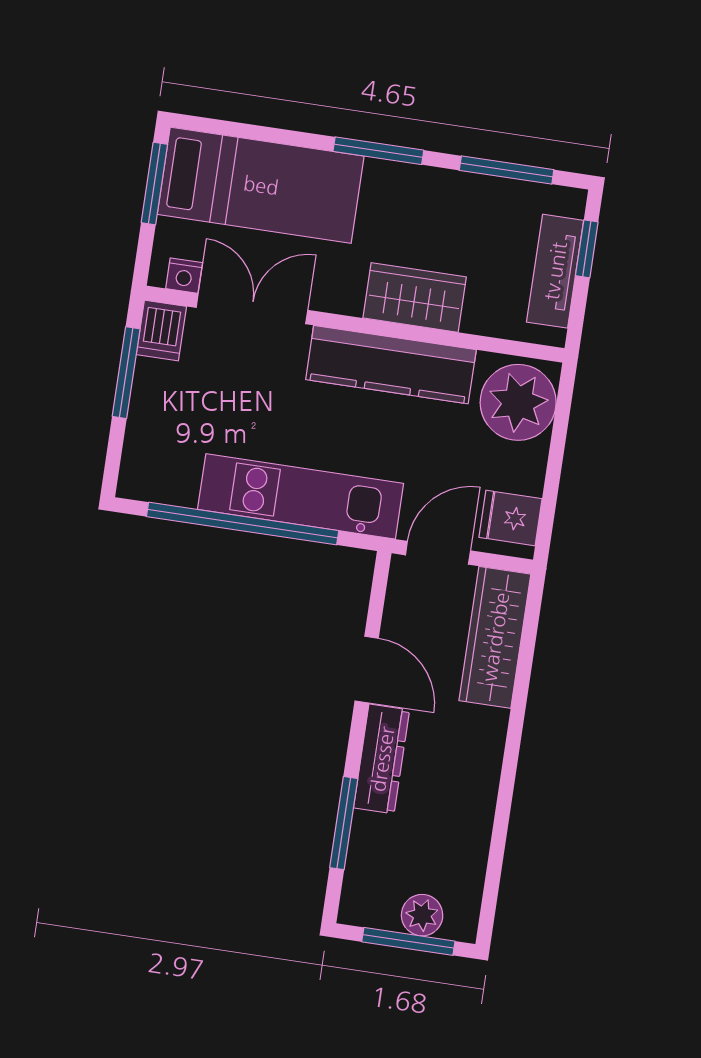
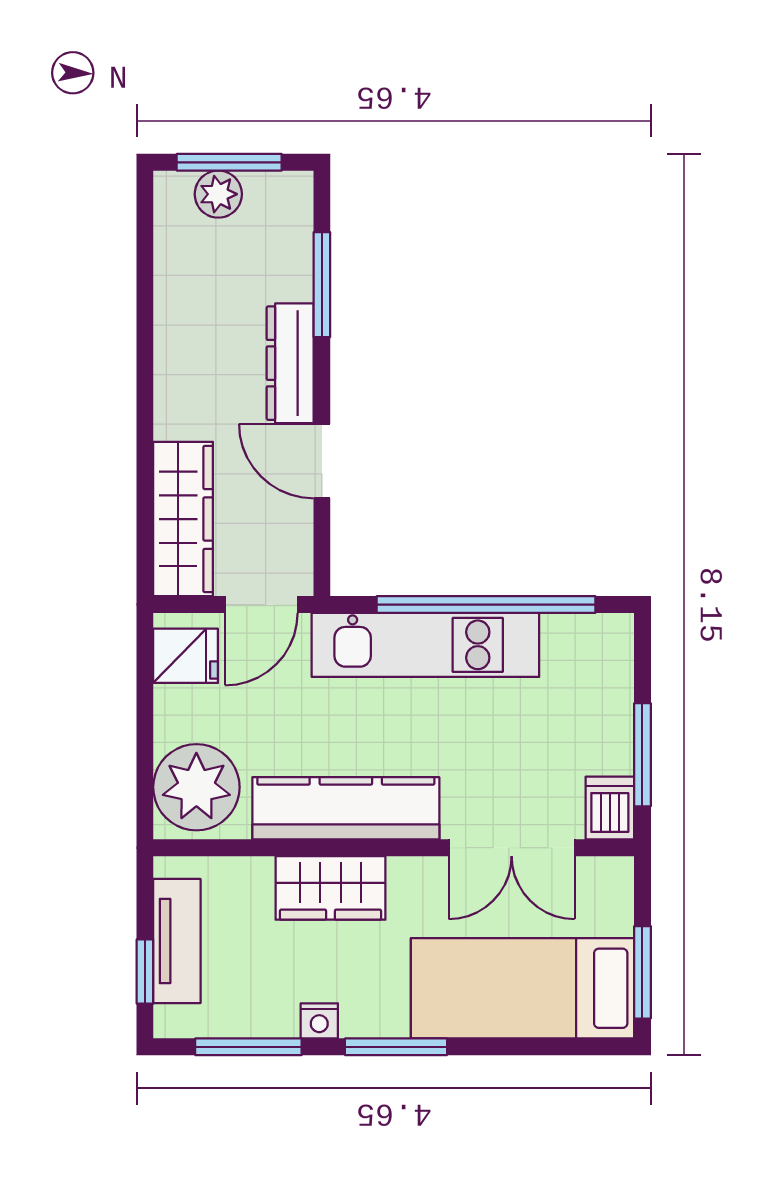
nightstand: (184, 276) -> (319, 1021), moved, turned 180

